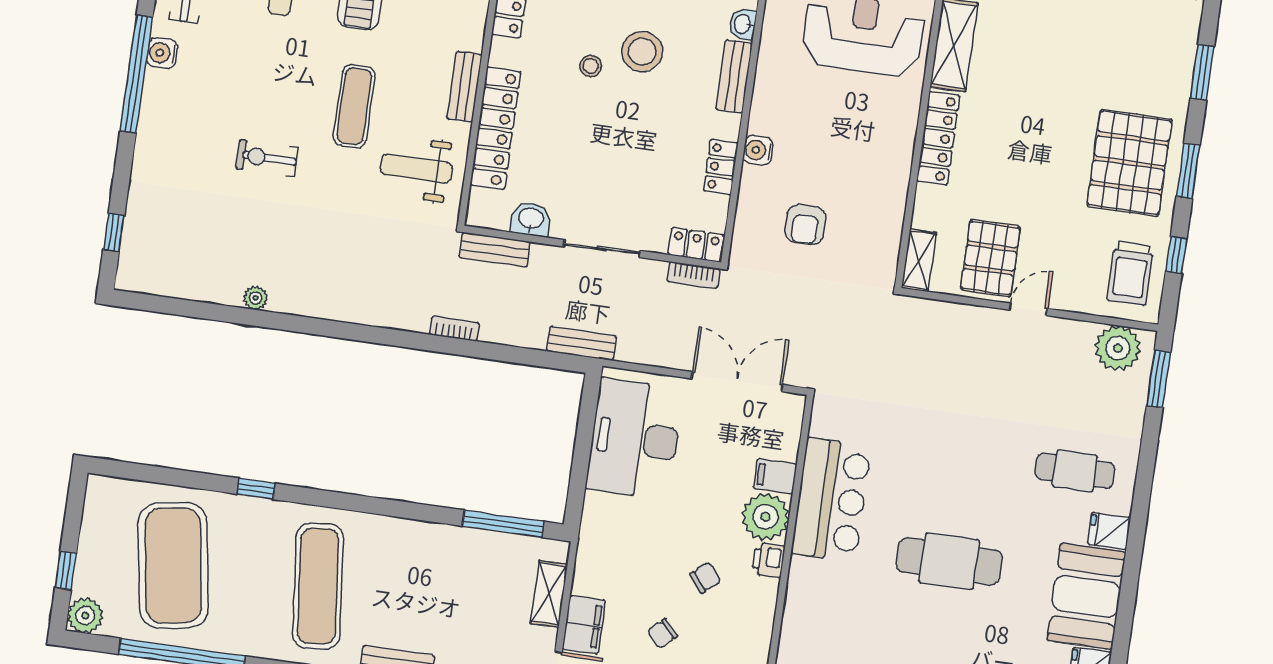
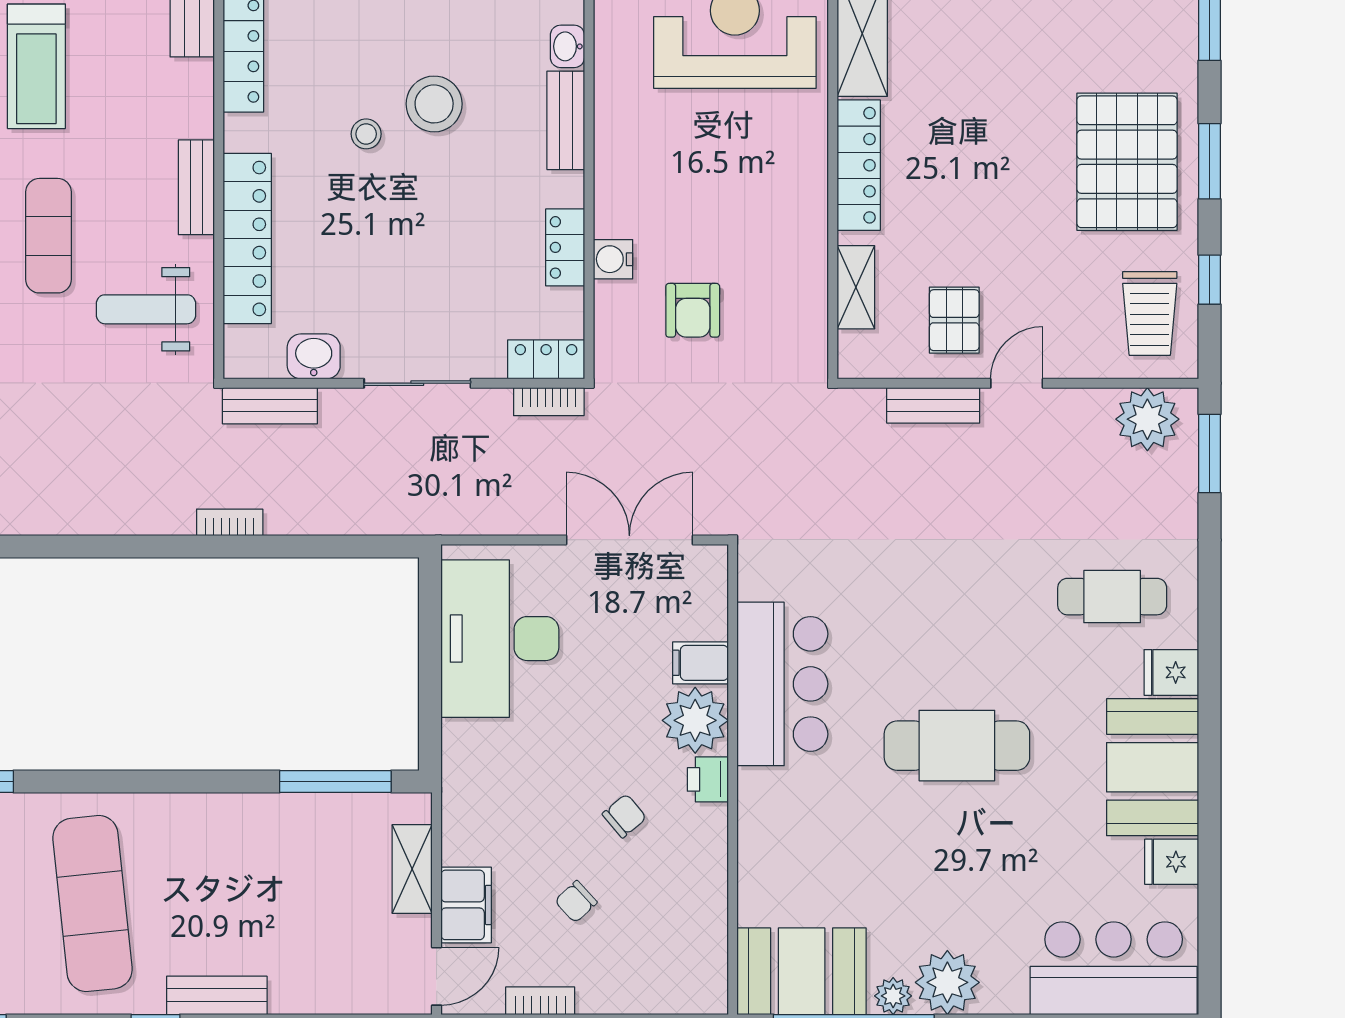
water cooler: (758, 150) -> (613, 259), moved
pallet: (990, 258) -> (954, 320), width x0.67, depth x0.71
shelving: (919, 260) -> (856, 287), moved
bench: (581, 343) -> (933, 405), moved

